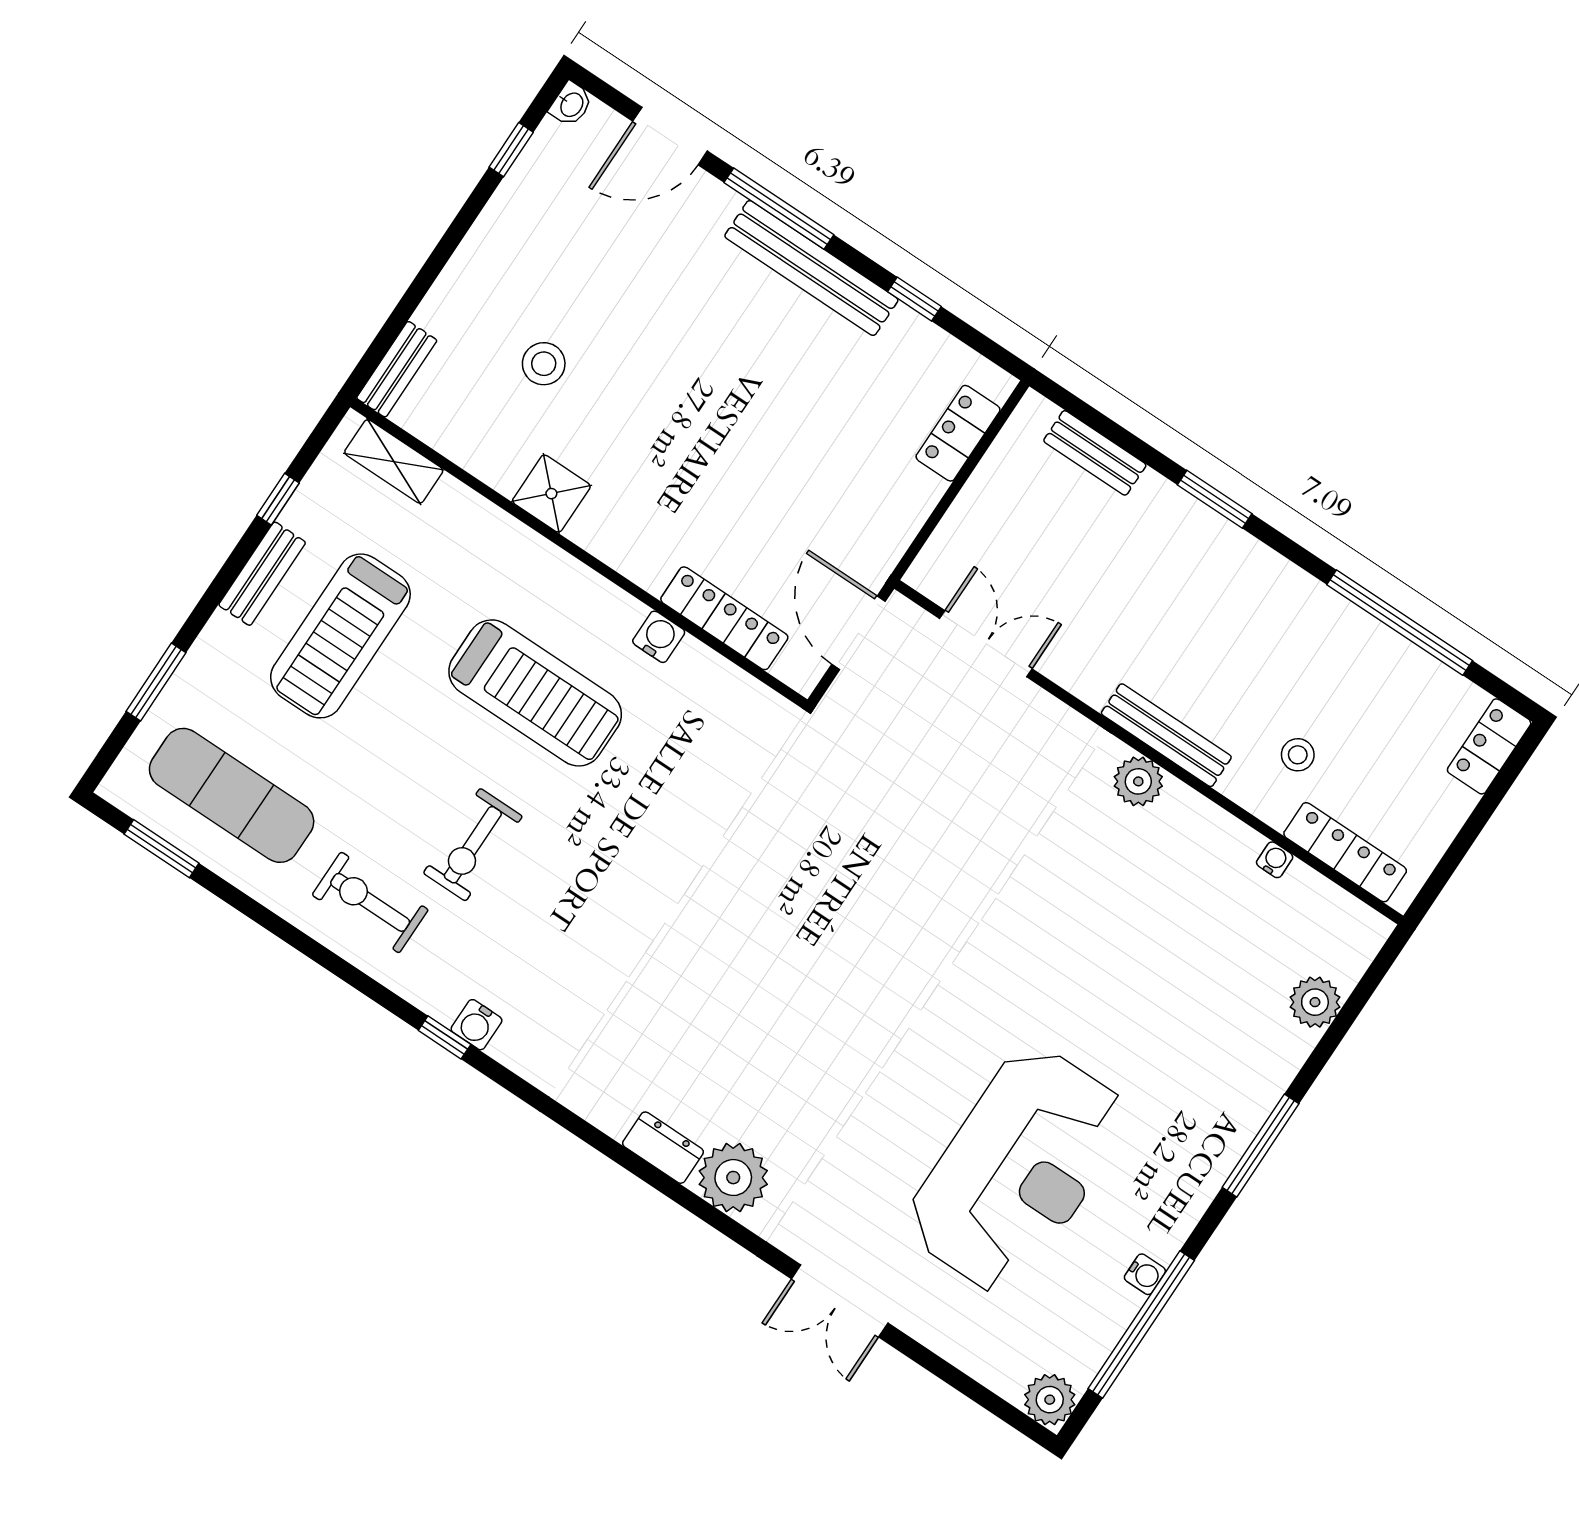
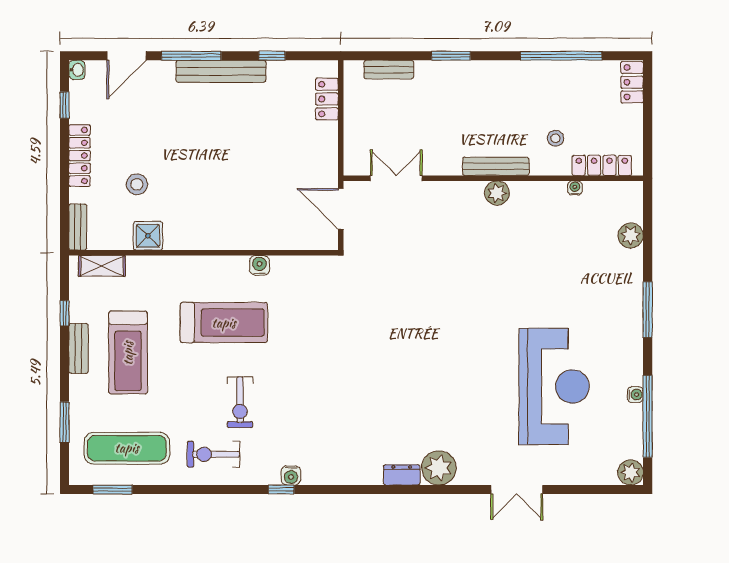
shower: (551, 494) -> (148, 236), moved
locker: (724, 618) -> (79, 156), moved, turned 90

